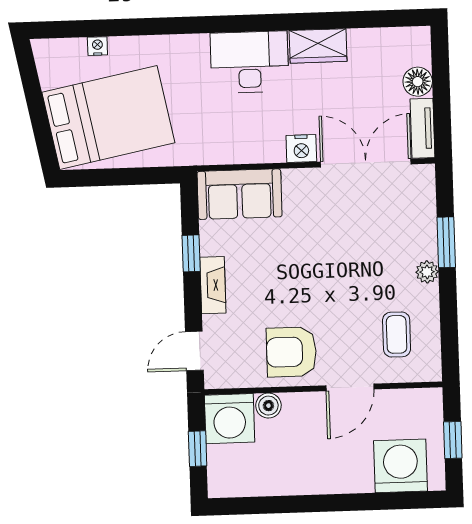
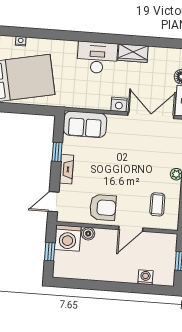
armchair: (291, 352) -> (103, 208), turned 180
washing machine: (401, 466) -> (145, 277), width x0.53, depth x0.53

